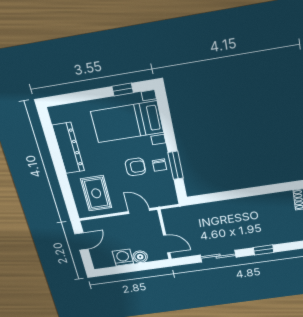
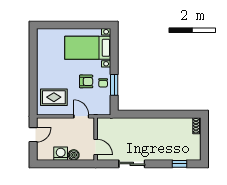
window: (123, 90) -> (90, 25), removed
dresser: (68, 148) -> (43, 60), removed
rug: (96, 193) -> (54, 97), turned 90
window: (264, 250) -> (179, 164), moved

